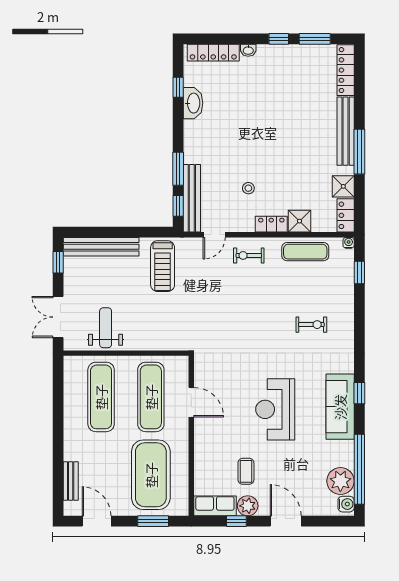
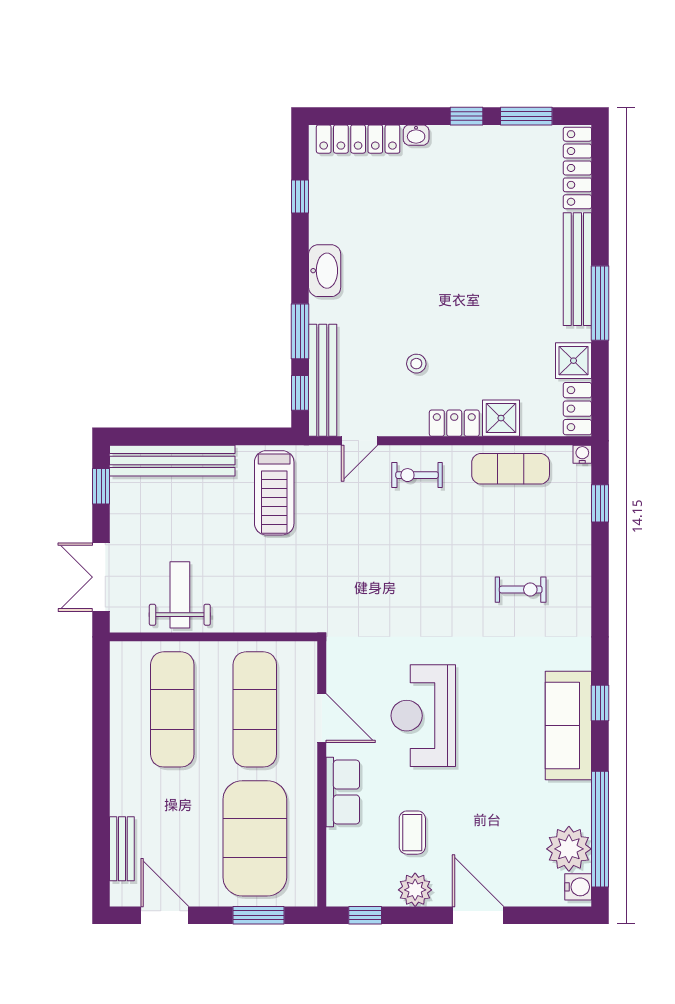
washbasin: (193, 103) -> (325, 271), moved
reception desk: (275, 409) -> (423, 716), moved
row of seats: (215, 506) -> (343, 792), moved, turned 90
window: (236, 521) -> (365, 915), moved

